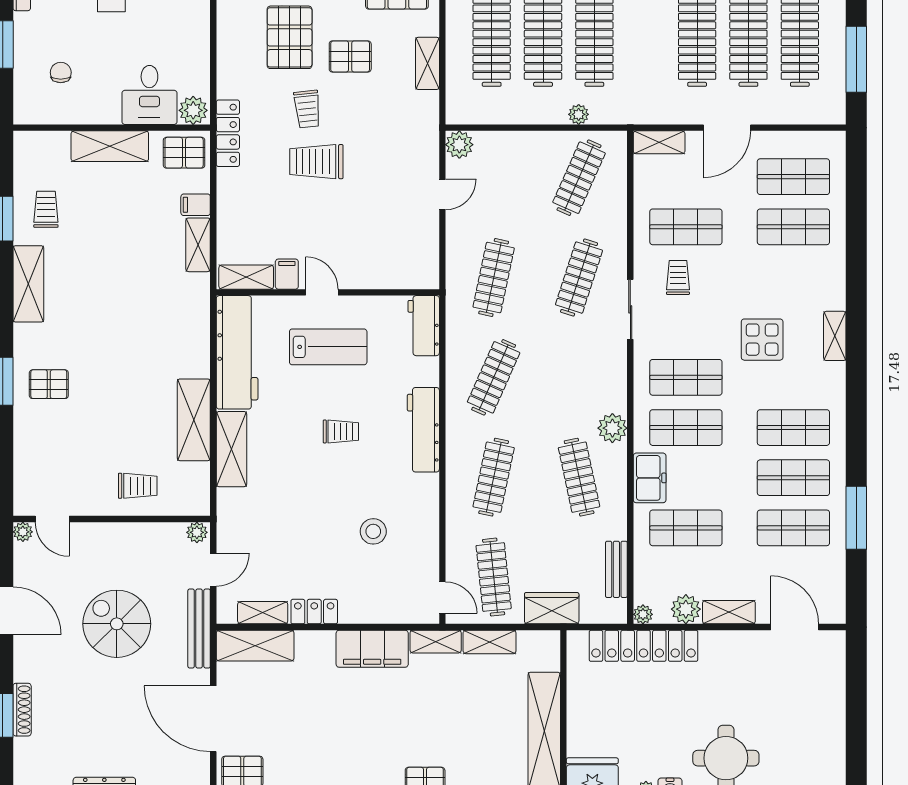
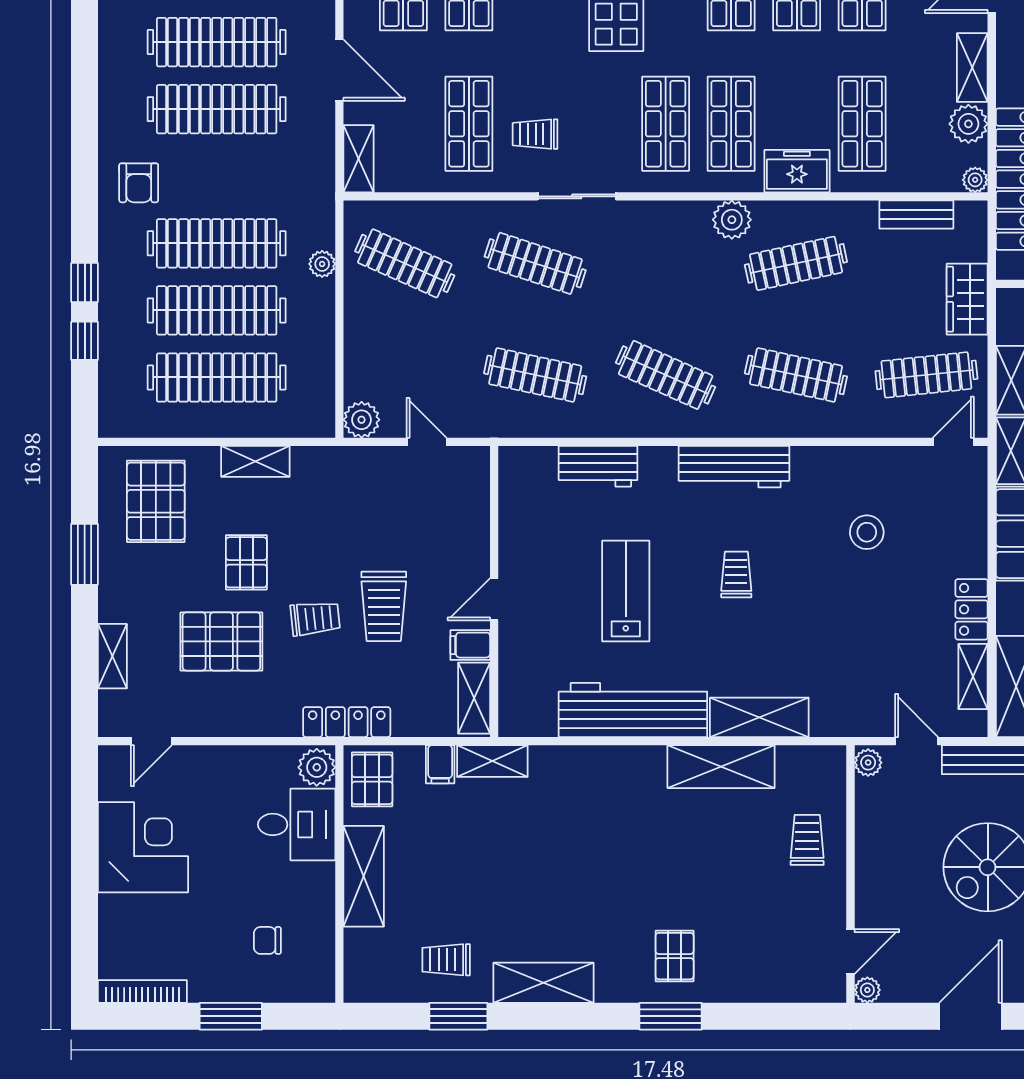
filing cabinet: (287, 274) -> (470, 645), moved
shelving: (246, 277) -> (474, 698), moved
door: (322, 292) -> (494, 599), moved
wall: (328, 292) -> (494, 592), moved

